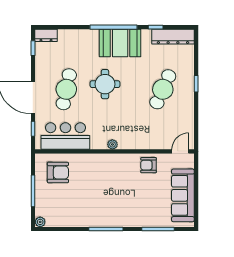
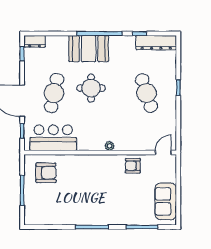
booth: (120, 43) -> (89, 49), moved
cafe table: (163, 89) -> (146, 93), turned -42
plant: (112, 144) -> (109, 146), moved
sofa: (183, 195) -> (166, 201), width x0.73
plant: (40, 222) -> (29, 220), removed

